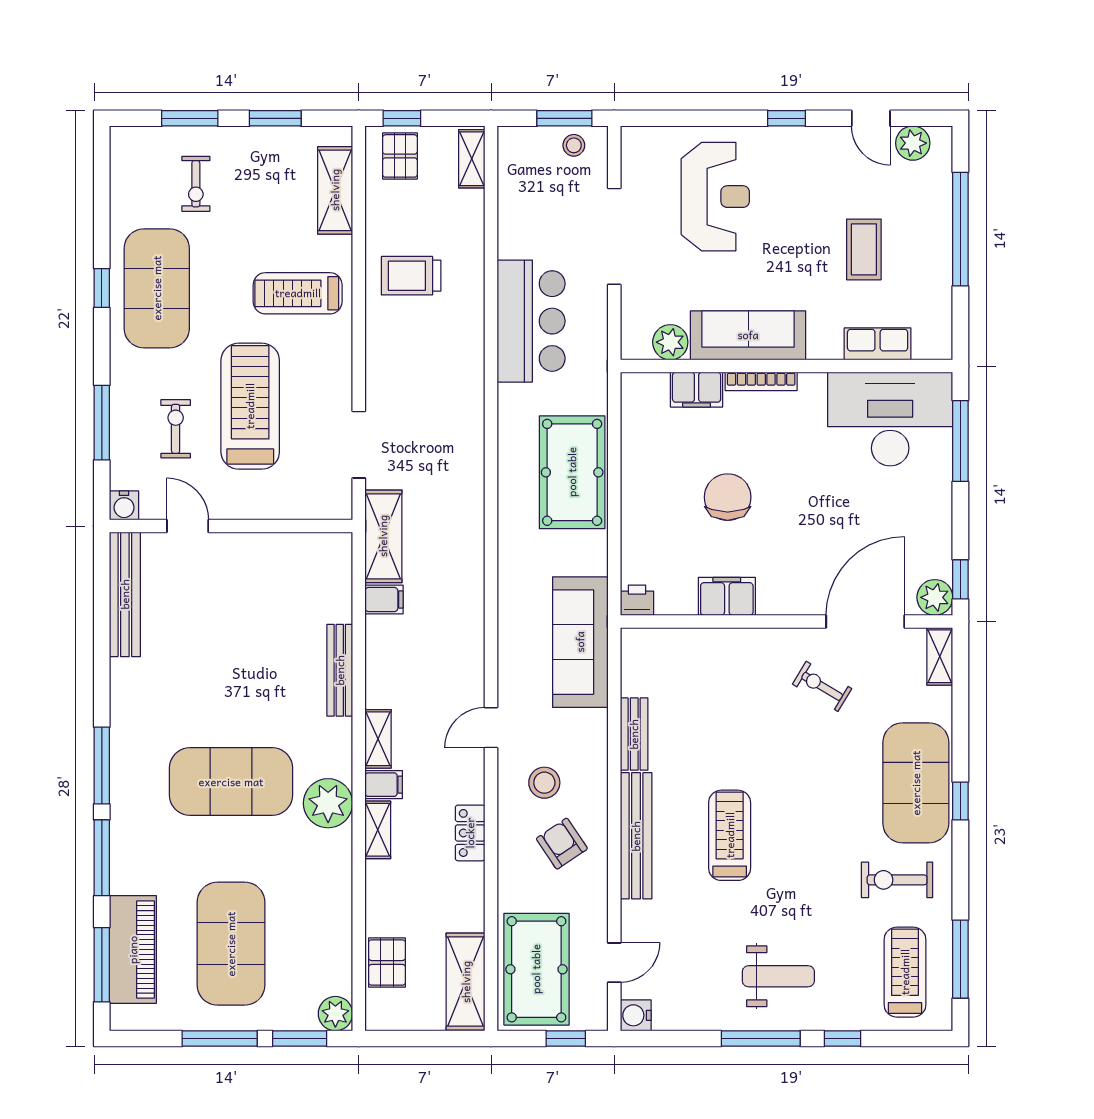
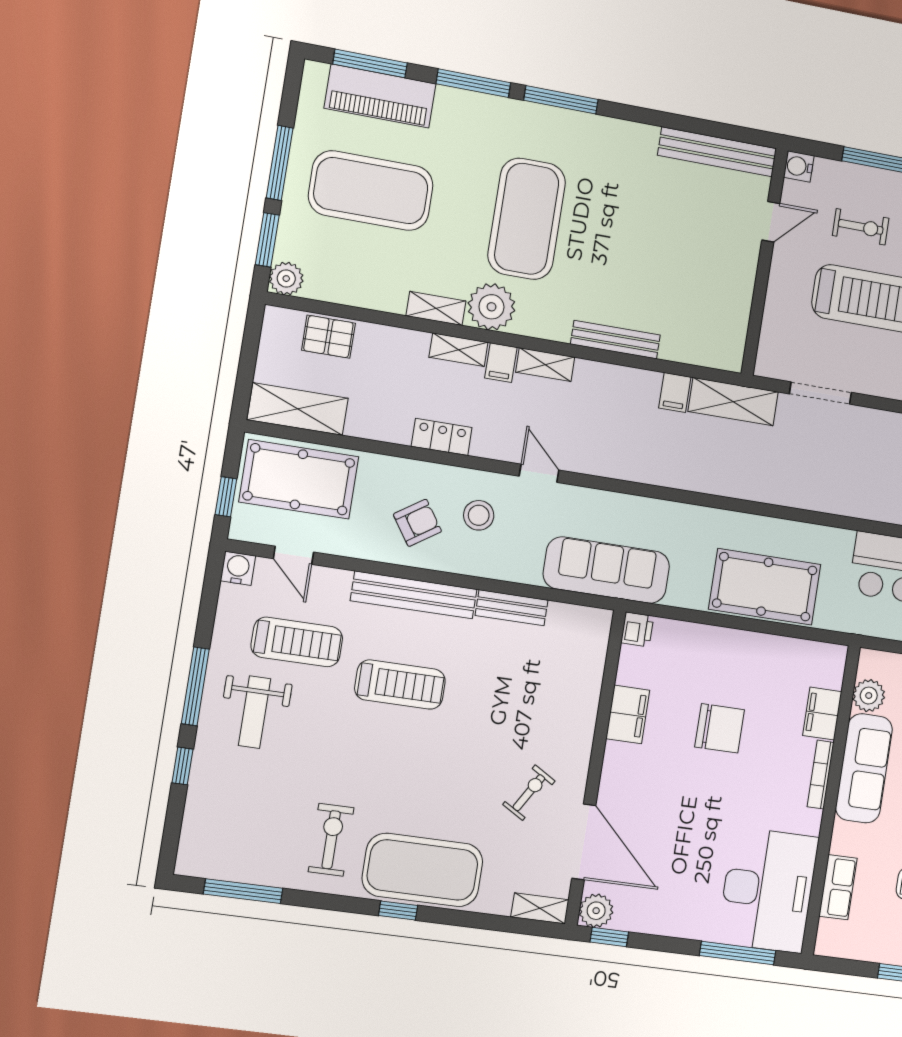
shelving: (340, 859) -> (436, 308), added
treadmill: (905, 972) -> (297, 642), moved

